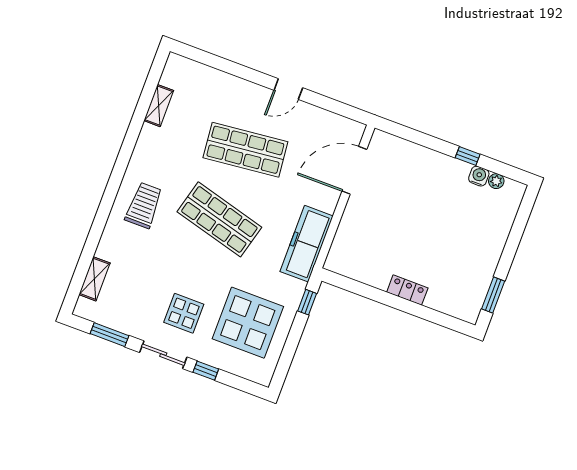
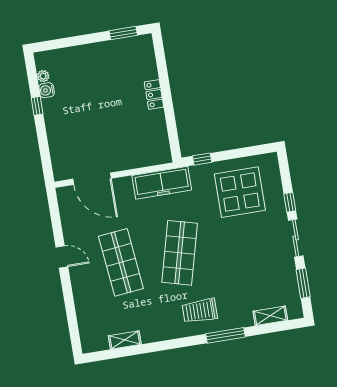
window: (101, 218) -> (225, 335), added
display table: (184, 313) -> (259, 240), removed

